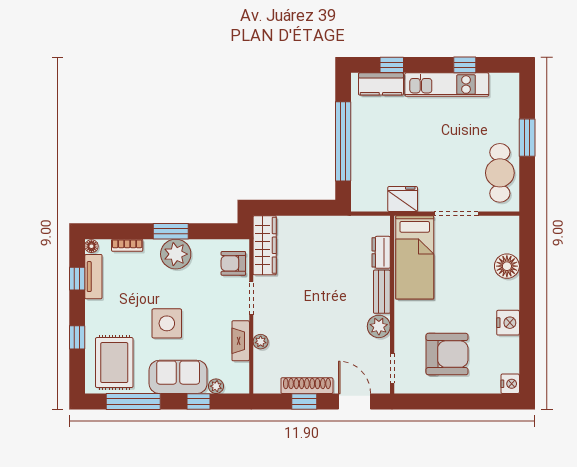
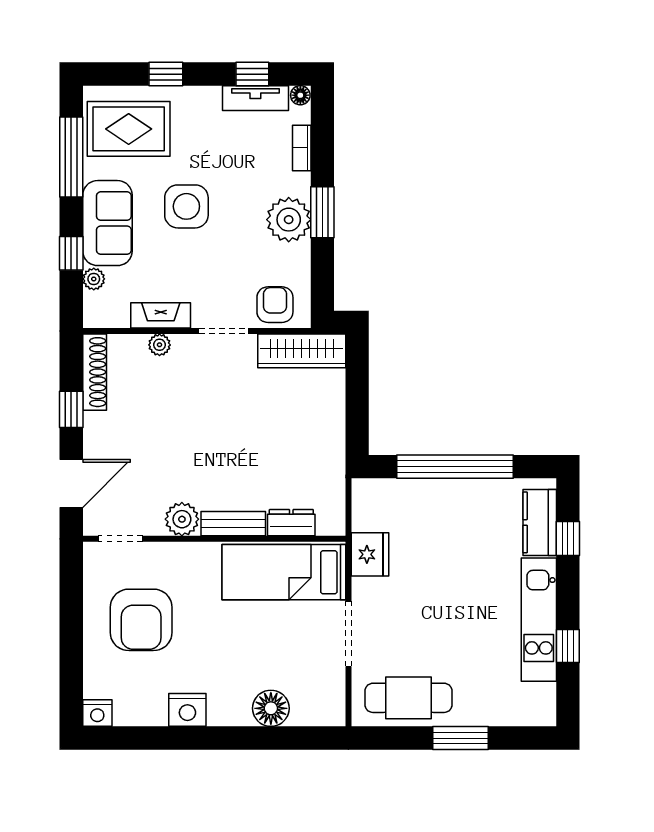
shoe rack: (307, 386) -> (95, 372), moved

